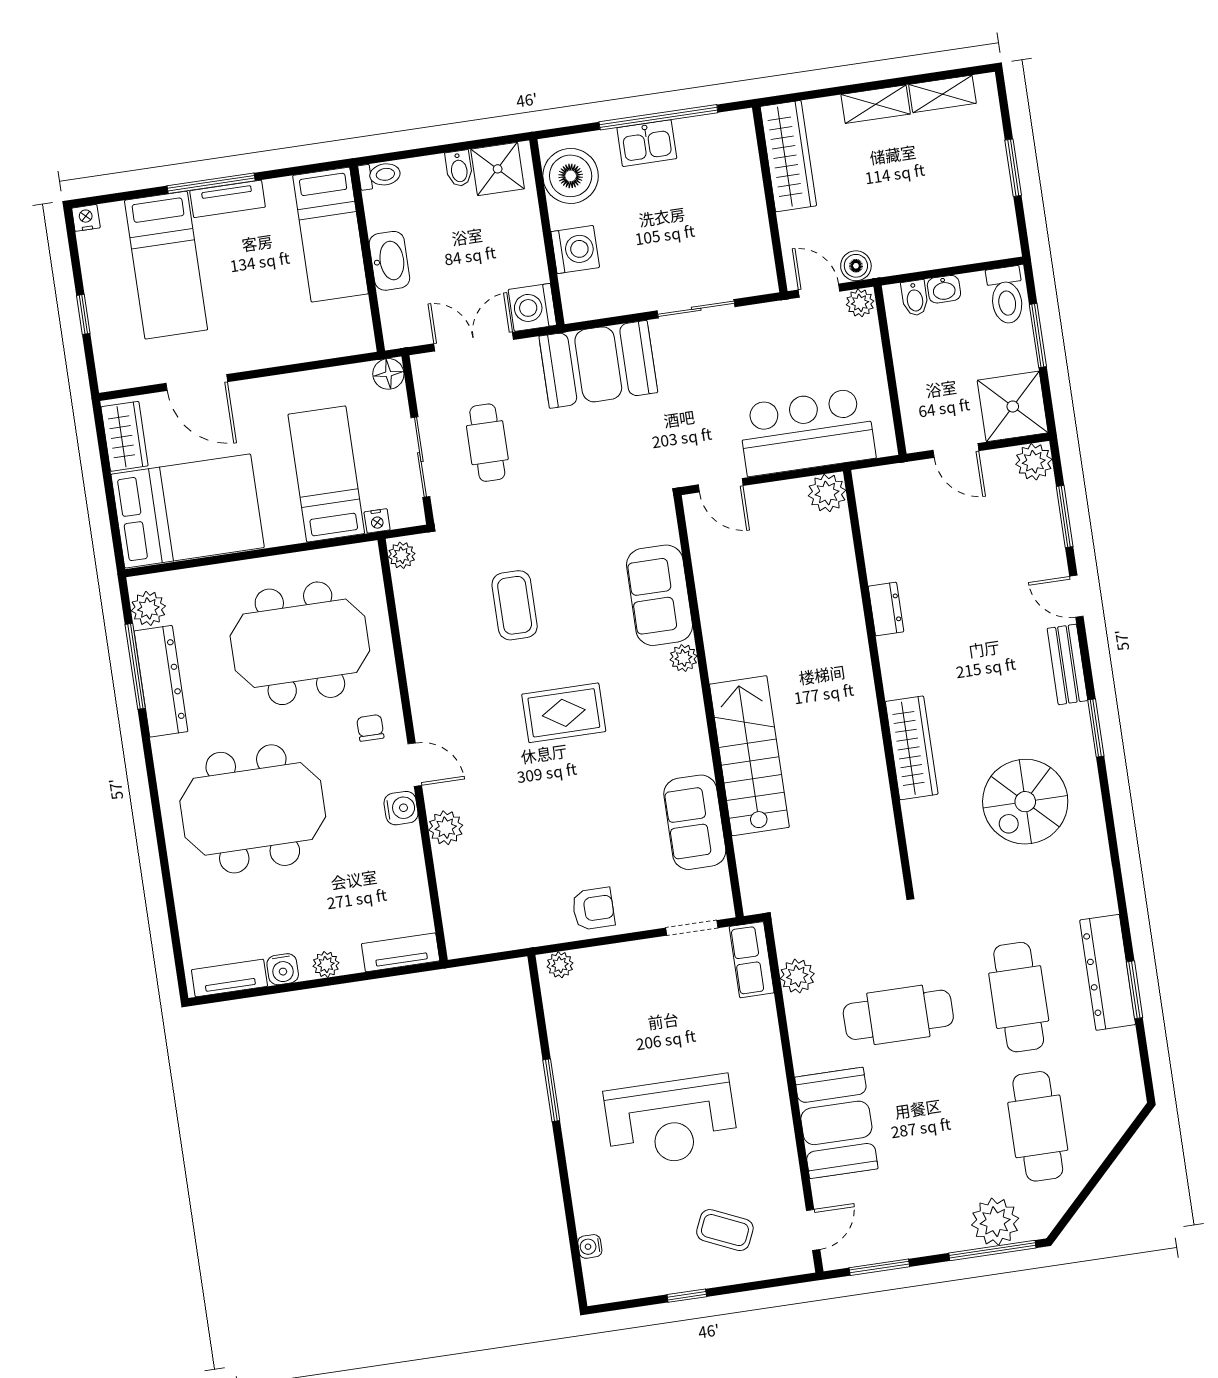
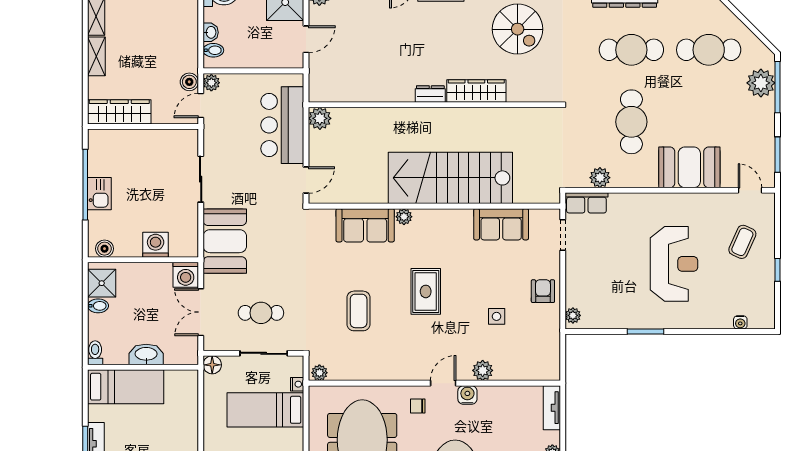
boiler: (571, 176) -> (104, 249), width x0.54, depth x0.54
coffee table: (515, 605) -> (359, 311), turned 90
dresser: (886, 609) -> (430, 94), moved
stairs: (749, 756) -> (450, 178), width x1.36, depth x1.51
side table: (540, 837) -> (497, 316), added

